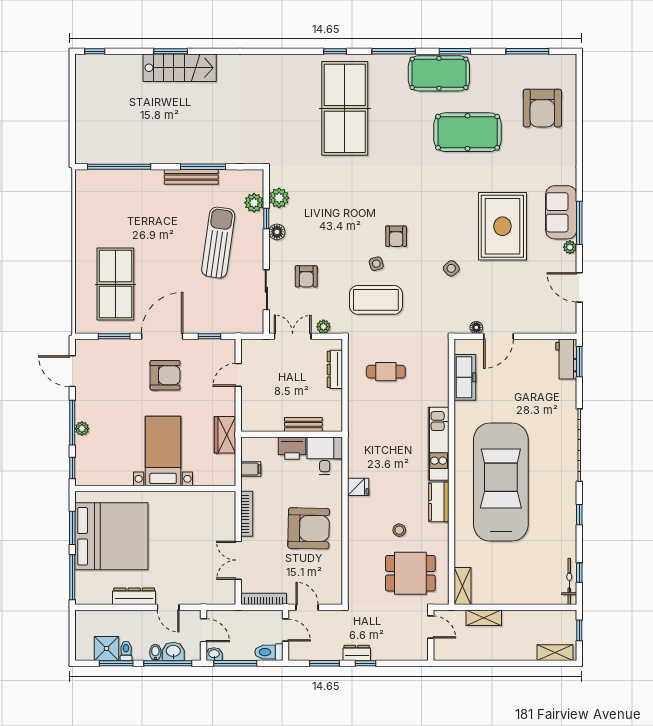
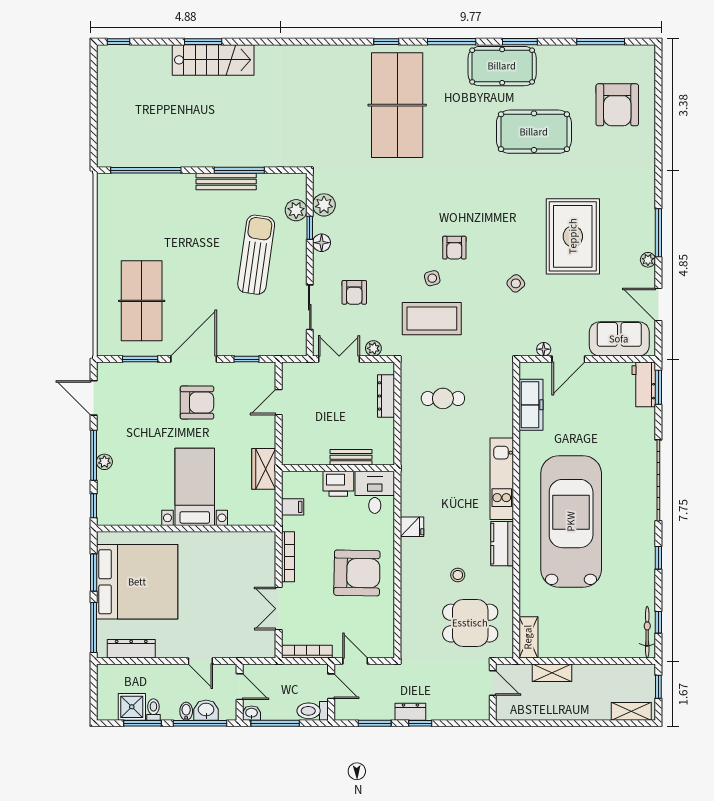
sofa: (561, 212) -> (619, 339), moved, turned 90
dresser: (134, 596) -> (131, 649), moved

